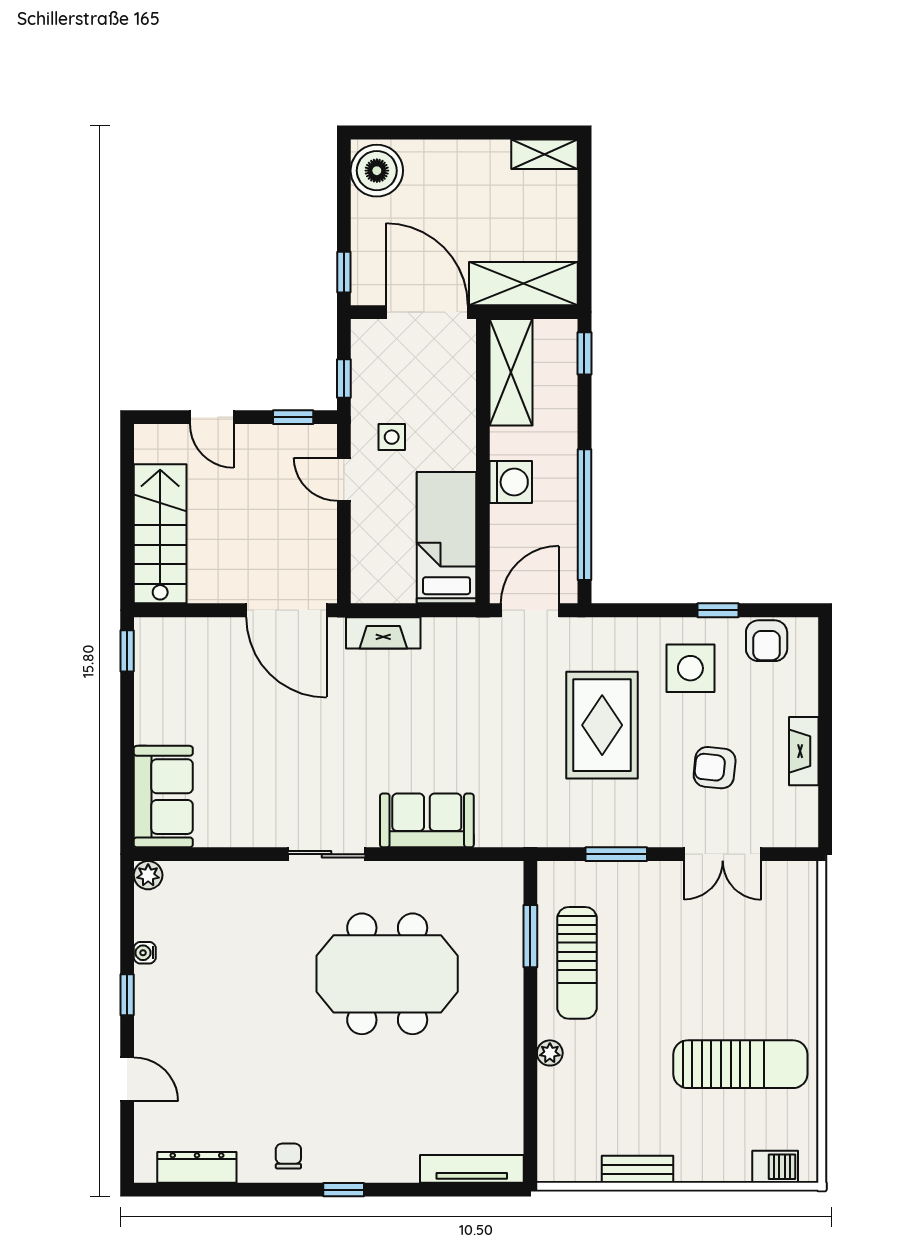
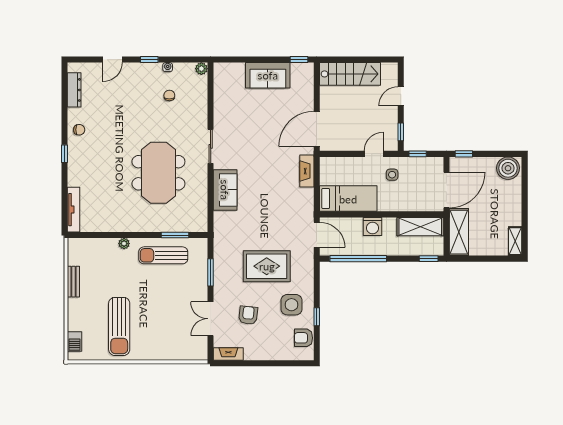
fireplace: (804, 751) -> (228, 354), moved
sofa: (163, 797) -> (268, 75), moved
chair: (210, 949) -> (169, 95), added

